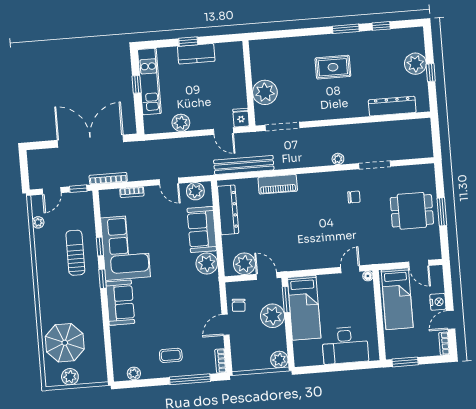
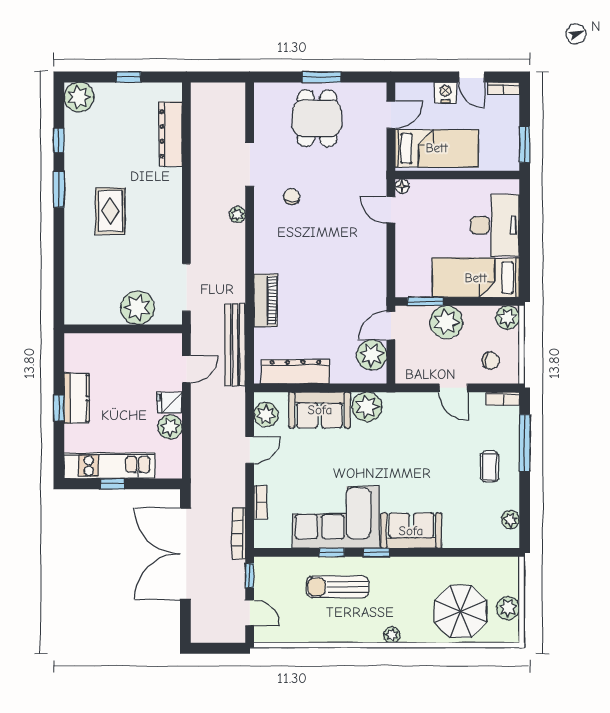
plant: (415, 64) -> (79, 97), moved
fridge: (241, 118) -> (170, 403), moved
plant: (38, 222) -> (392, 635), moved
chair: (239, 305) -> (491, 361), moved
bed: (304, 308) -> (476, 278), moved, turned 180

